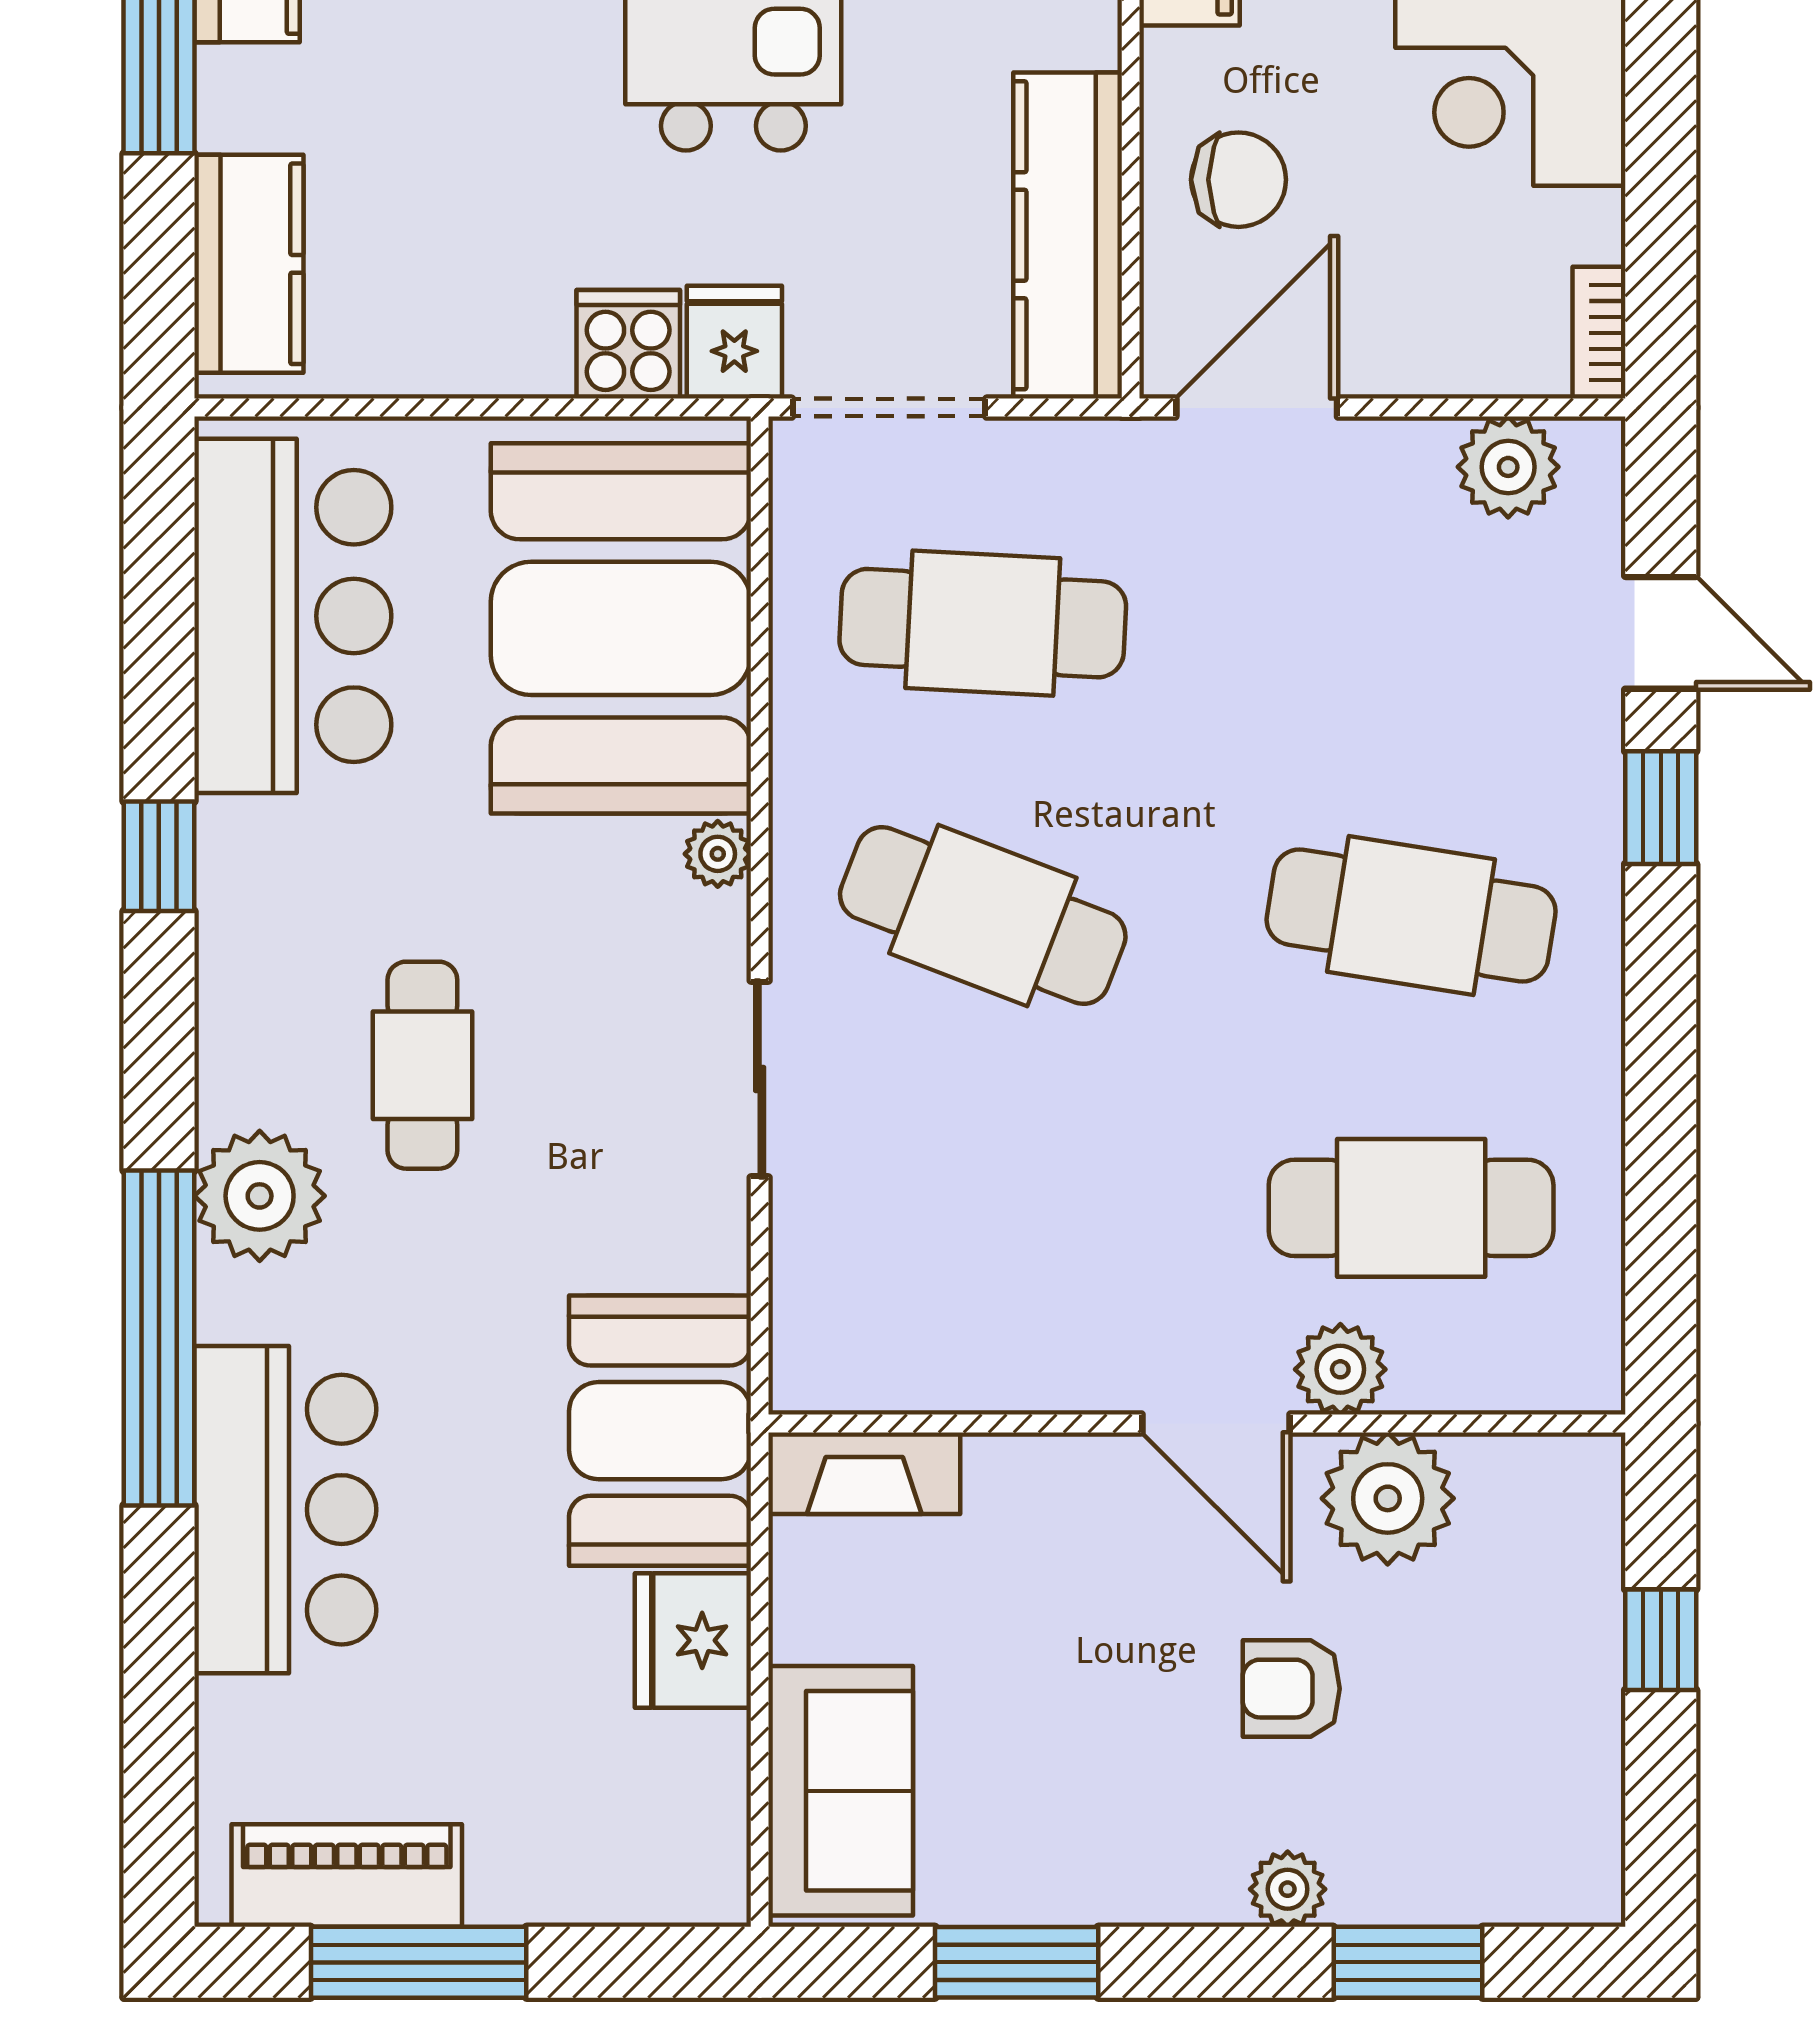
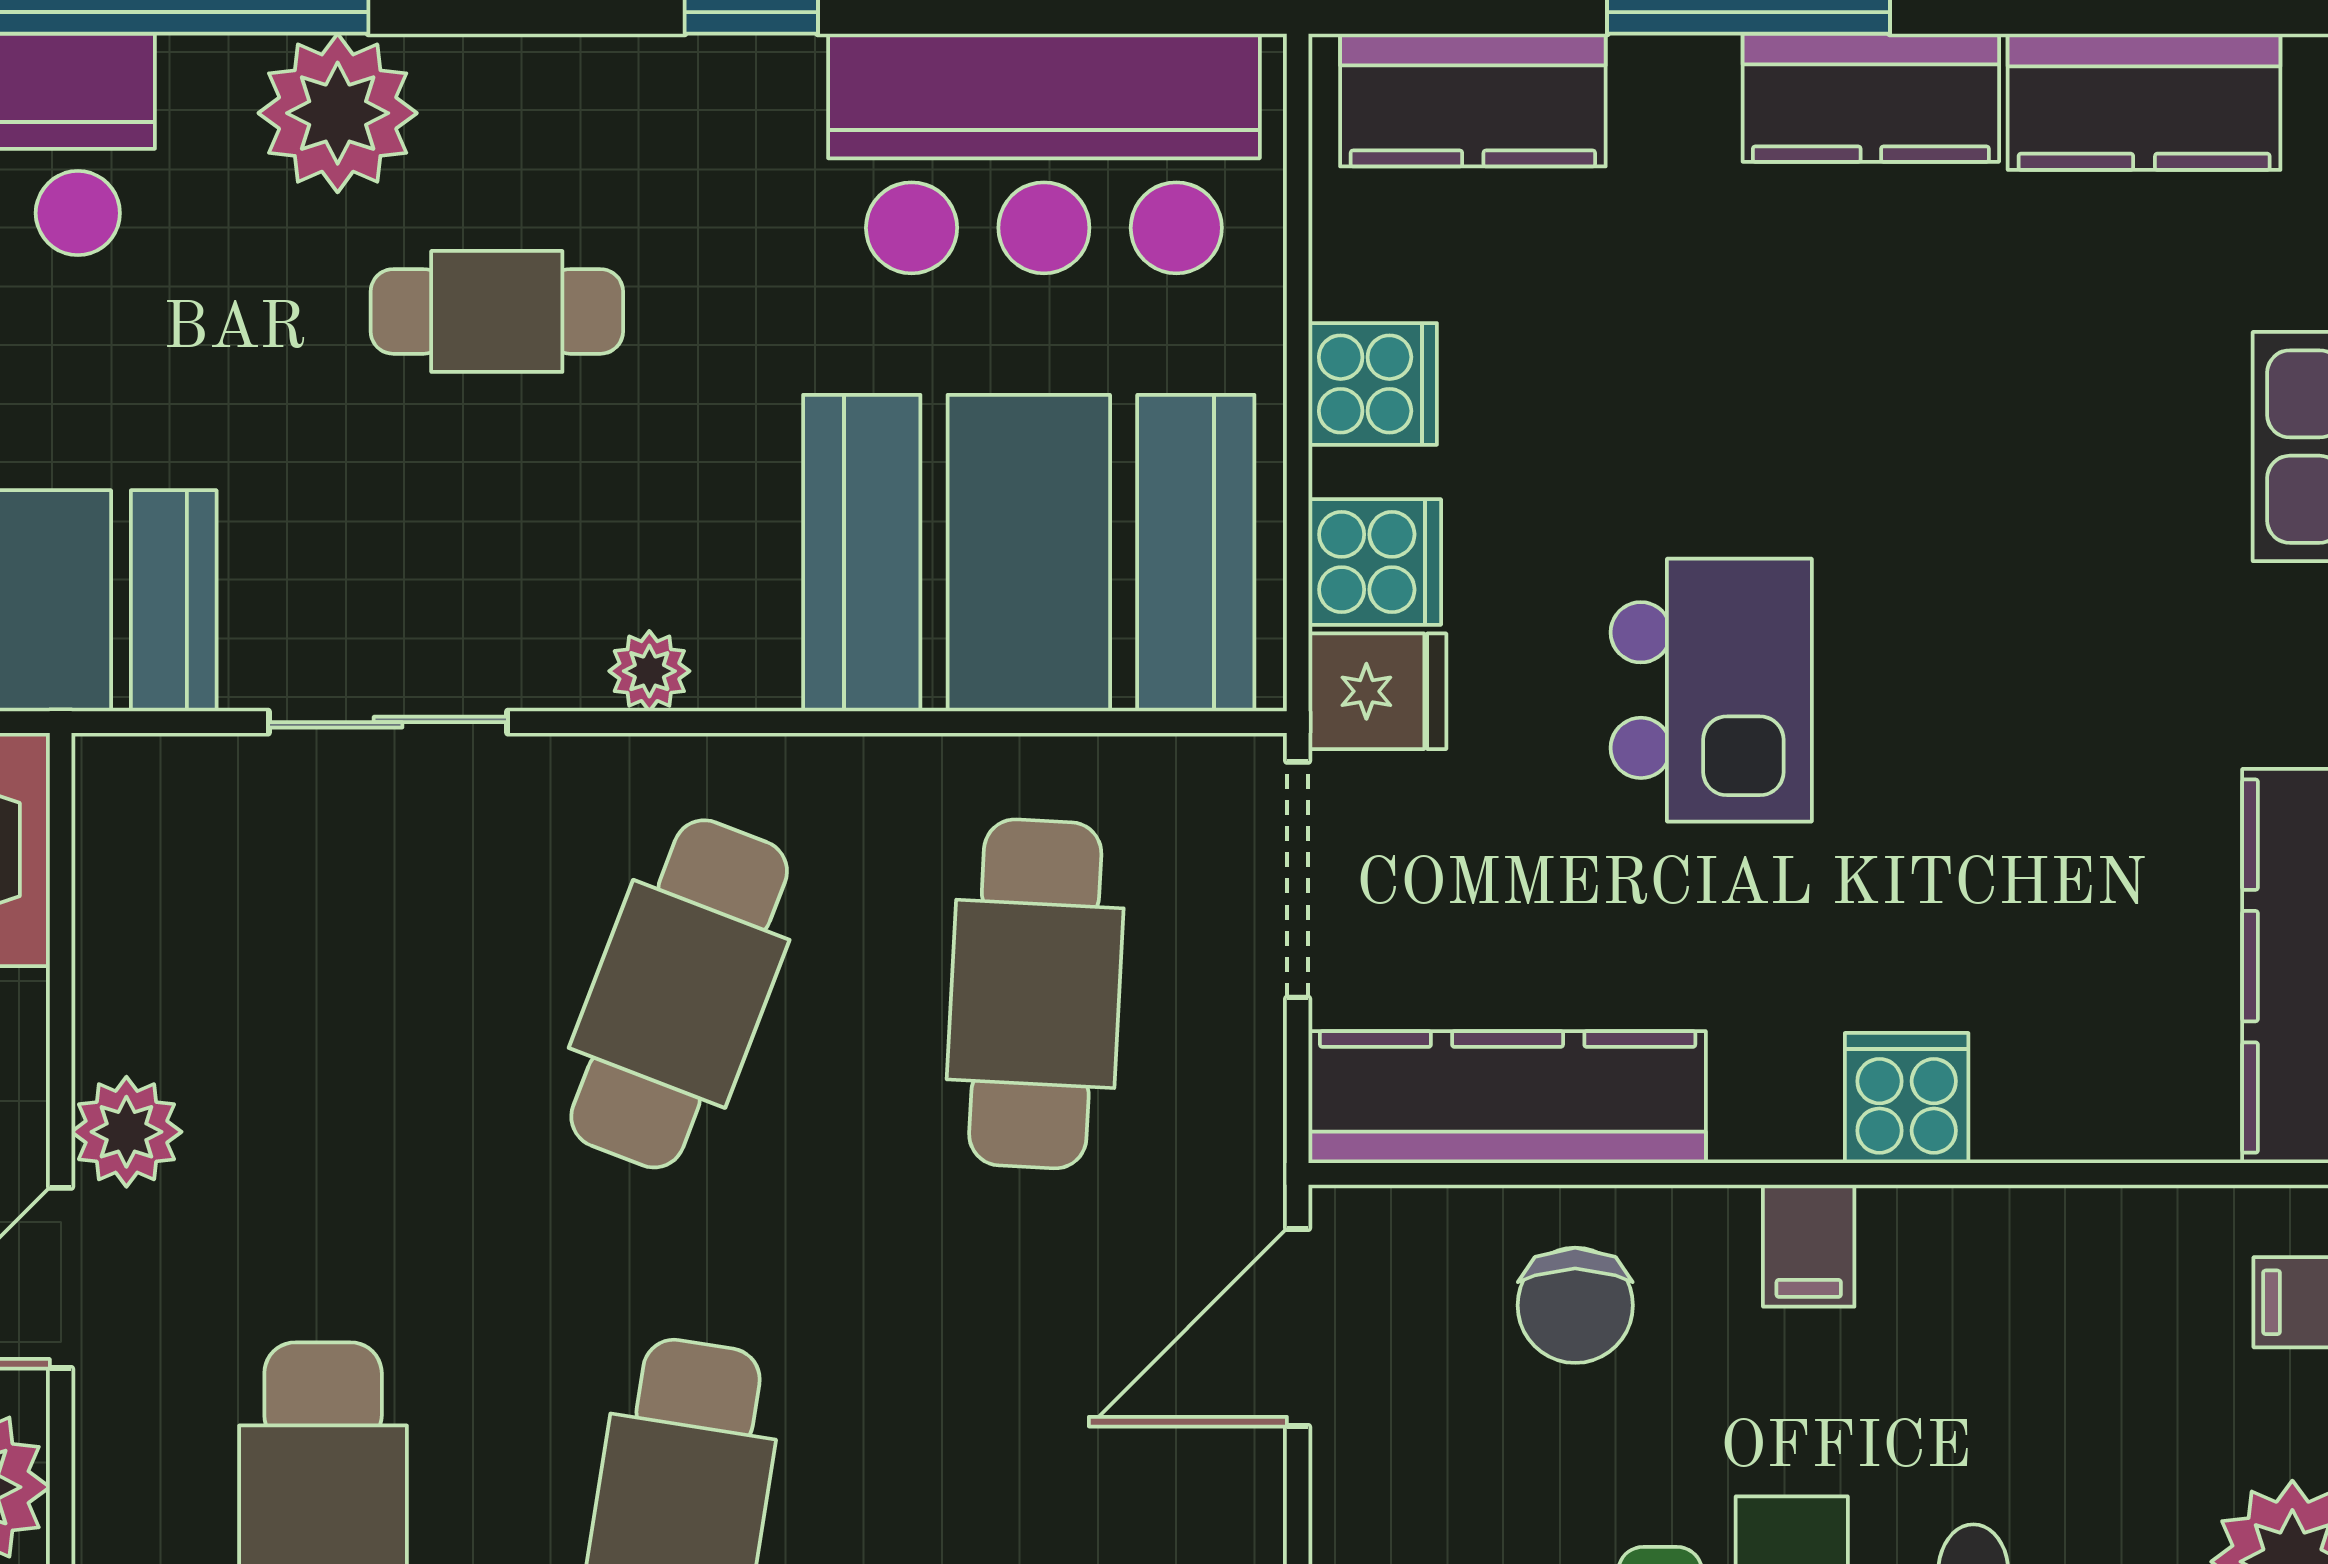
cooker: (482, 346) -> (1373, 384), added
door: (1257, 408) -> (1298, 1327), swing flipped
plant: (718, 854) -> (649, 671), moved
sliding door: (760, 1079) -> (388, 722), moved
plant: (1340, 1369) -> (126, 1132), moved

